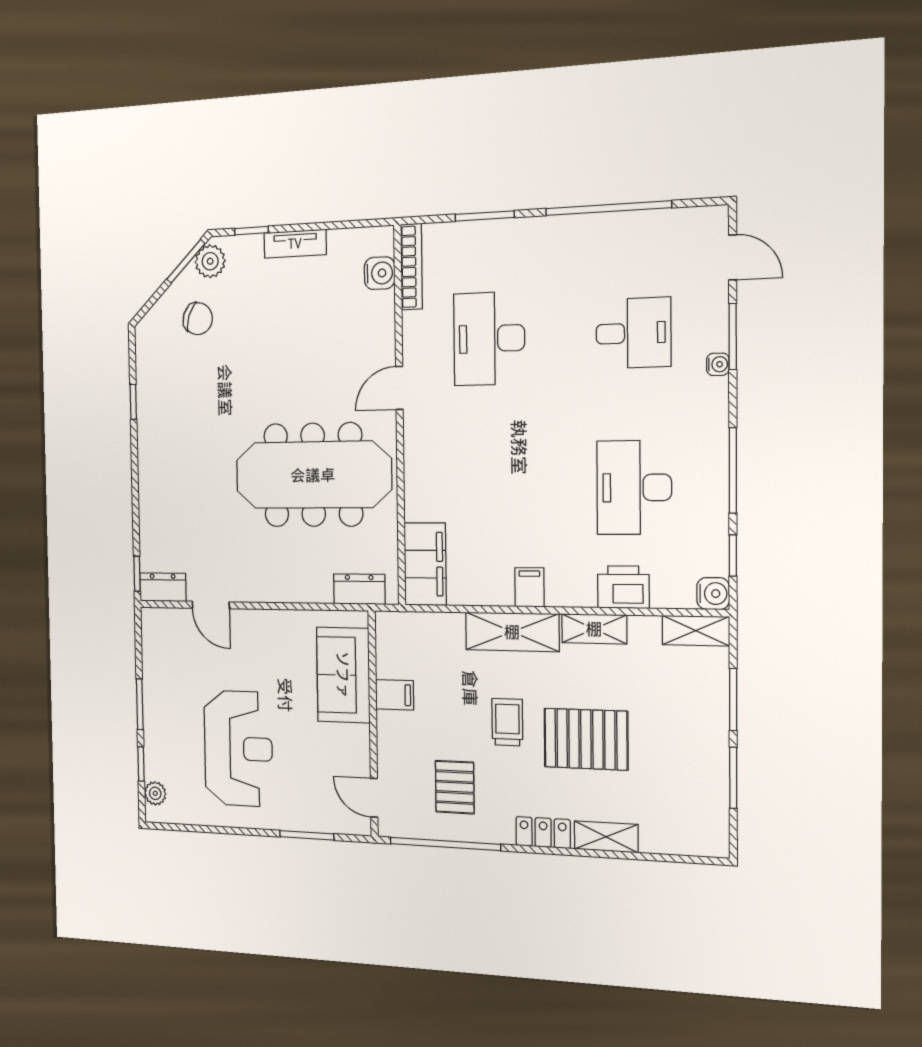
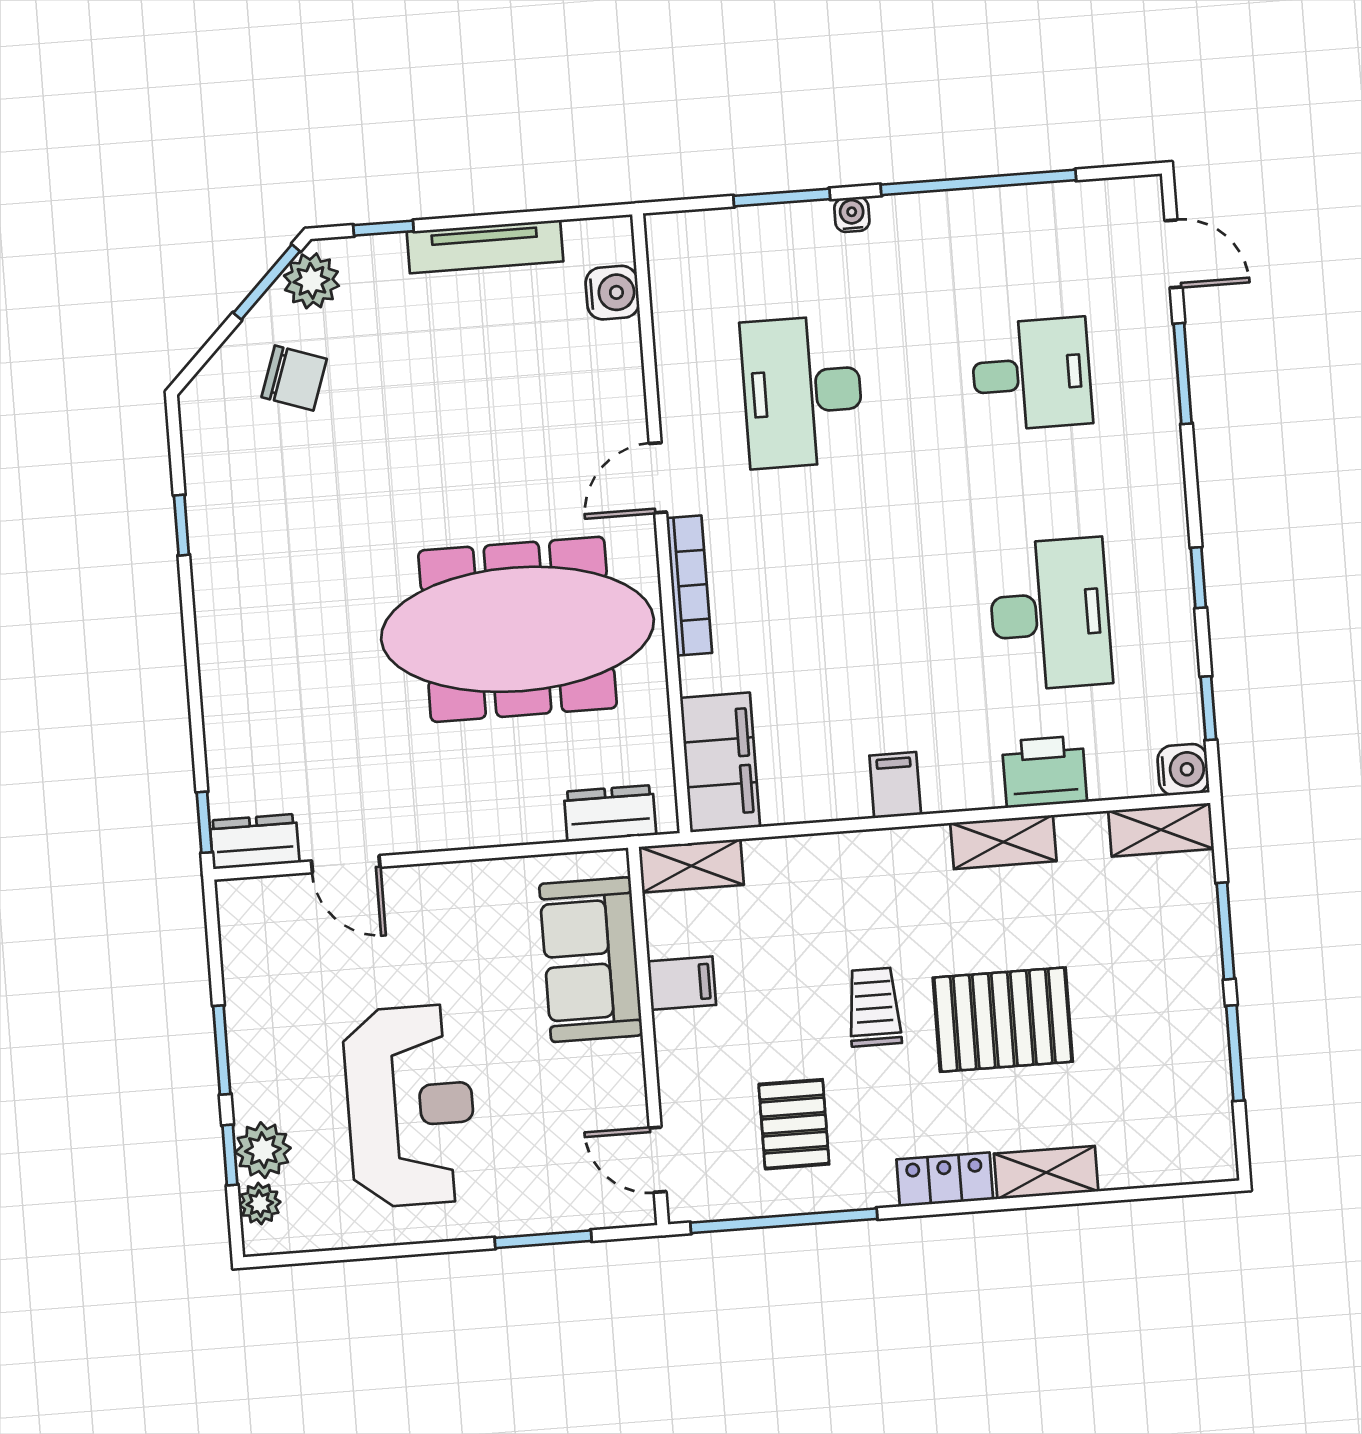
tv unit: (295, 244) -> (485, 247), width x1.41
bookcase: (411, 267) -> (689, 586), moved
water cooler: (718, 364) -> (852, 214), moved, turned -90
window: (733, 470) -> (1198, 578), width x0.46
desk: (634, 488) -> (1050, 614), turned 180
shelving: (512, 632) -> (691, 866), moved, width x0.67, depth x0.75
plant: (158, 763) -> (263, 1150), added

